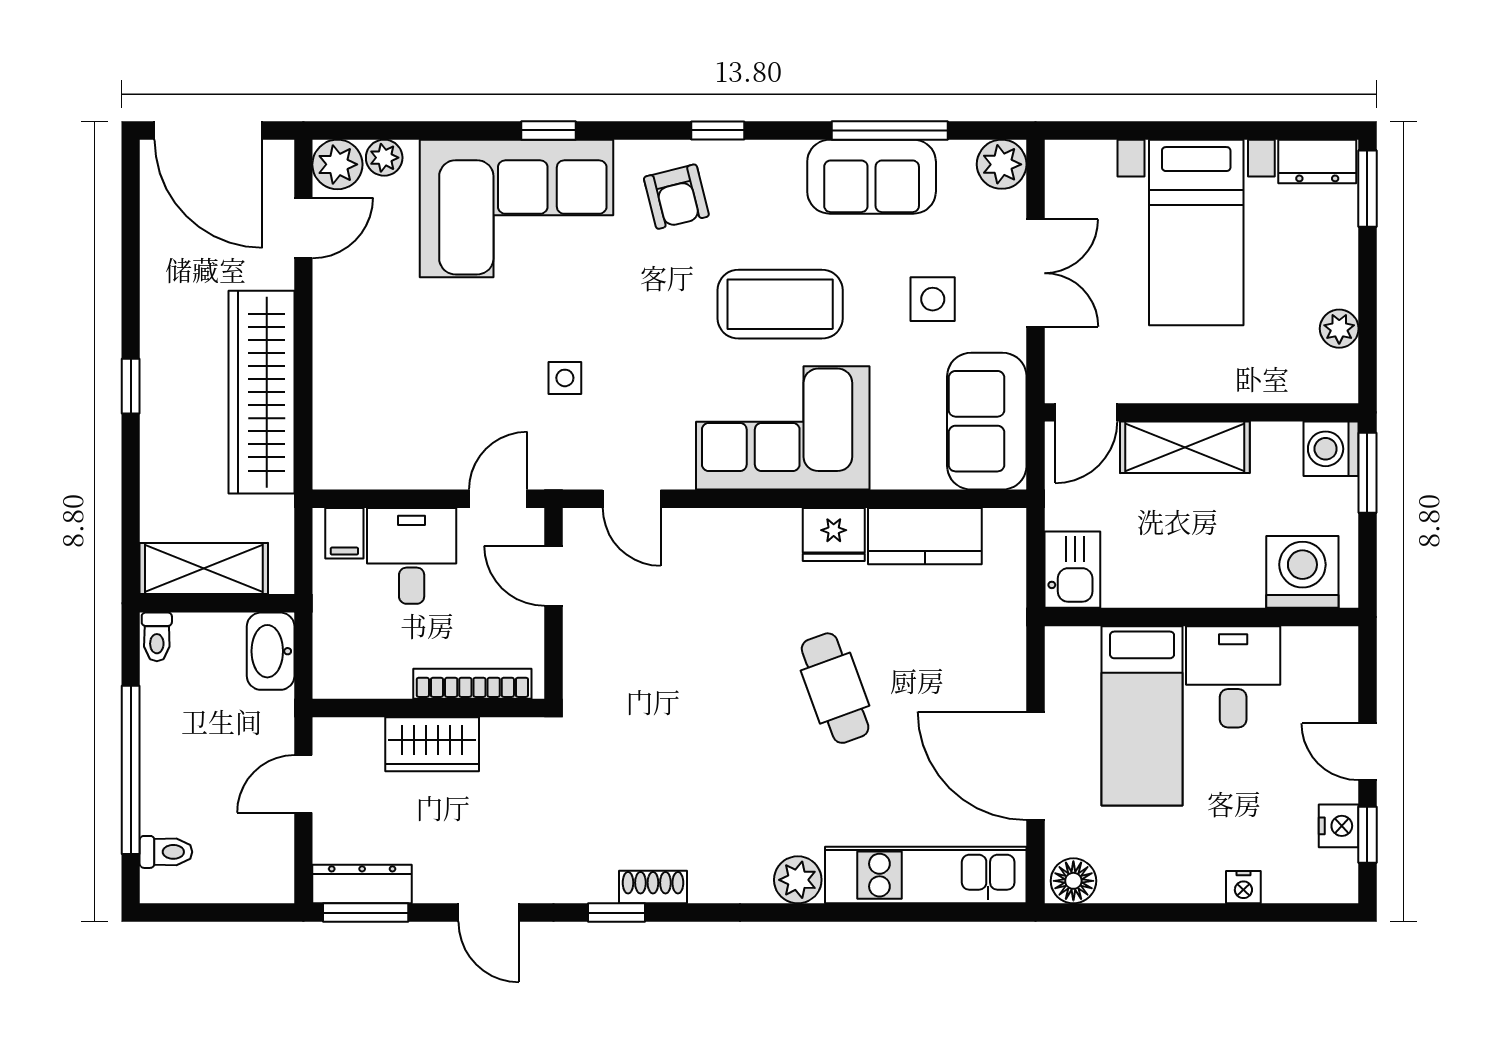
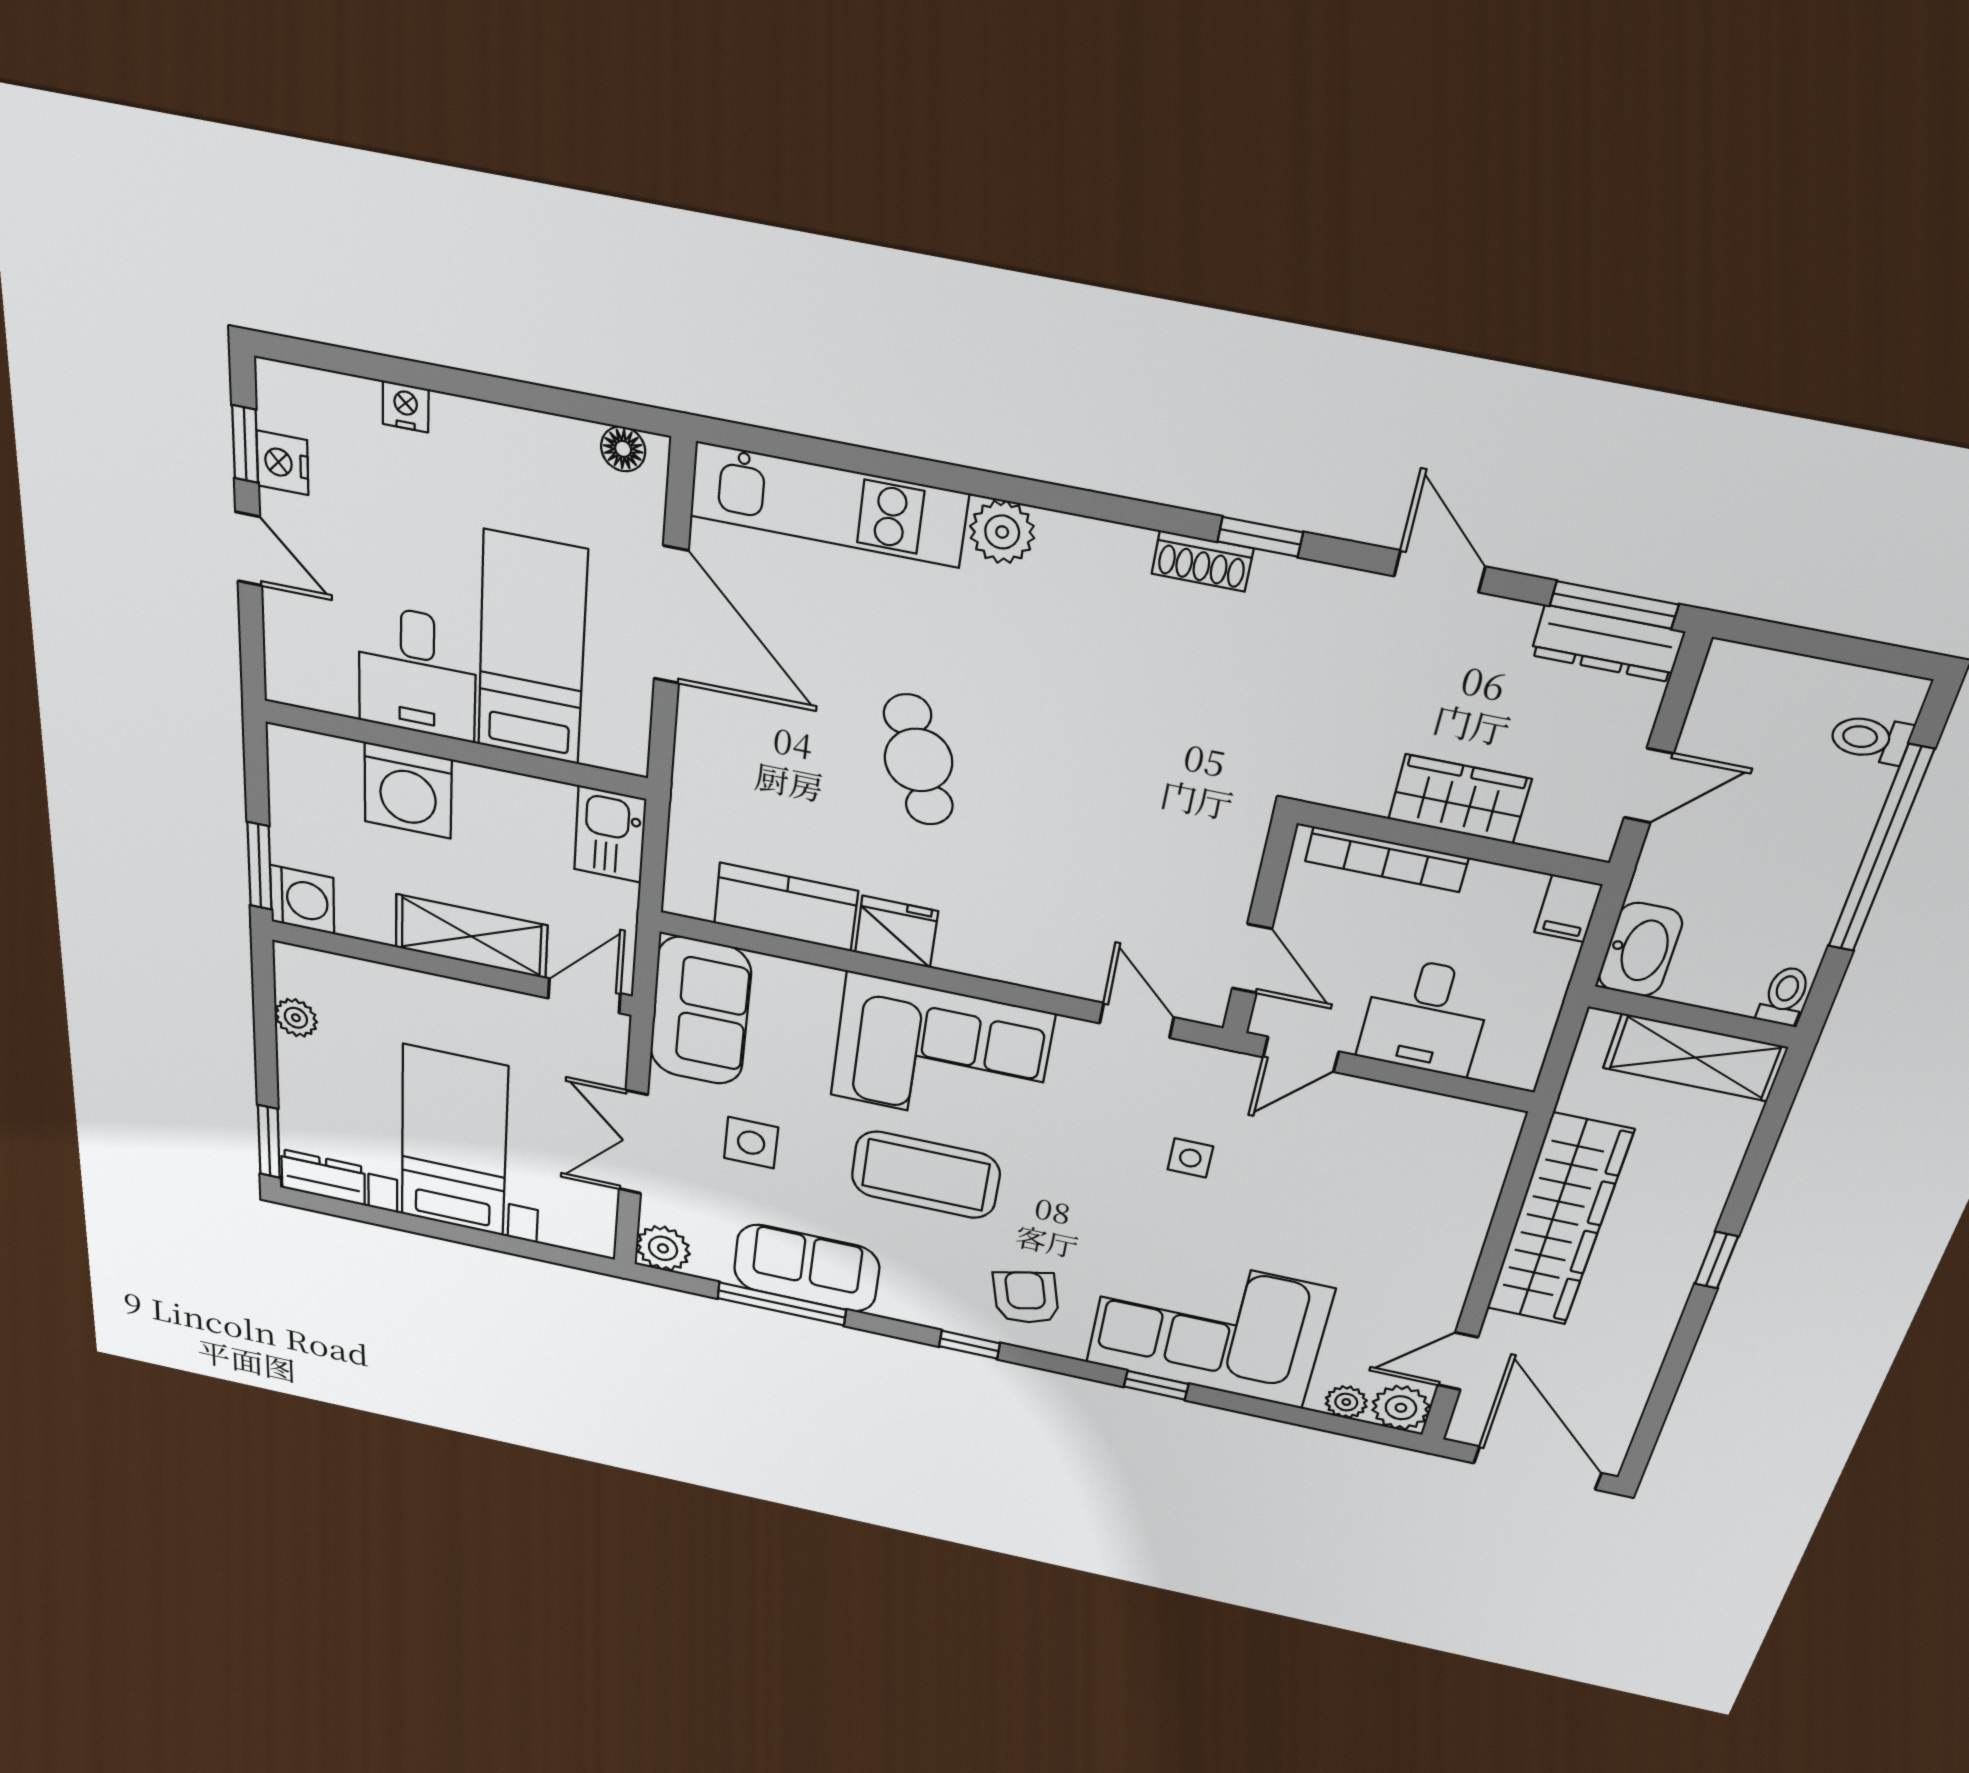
filing cabinet: (344, 533) -> (1568, 908), moved, turned 180
washing machine: (1302, 572) -> (408, 791), moved
floor lamp: (1073, 881) -> (623, 449), width x0.73, depth x0.73

